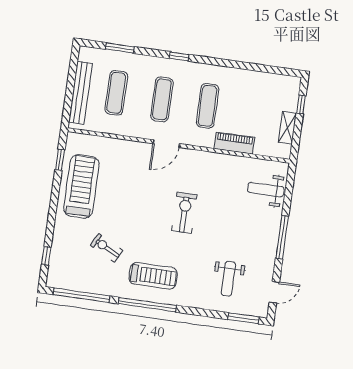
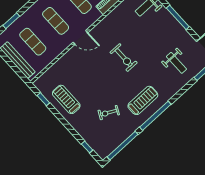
door: (166, 144) -> (80, 37), hinge flipped
treadmill: (81, 186) -> (66, 99), width x0.73, depth x0.73
exercise bike: (184, 213) -> (124, 58), turned 180

